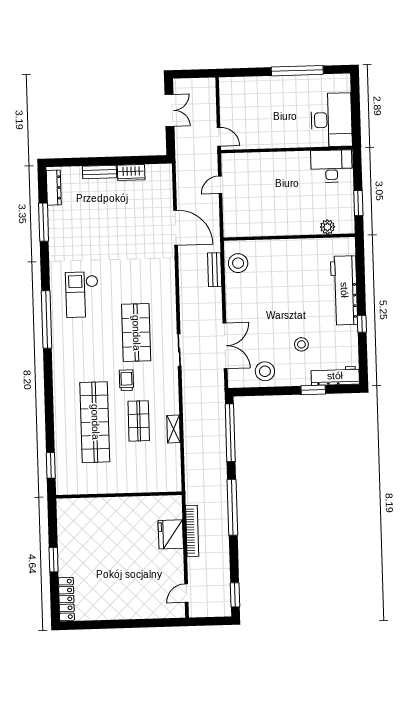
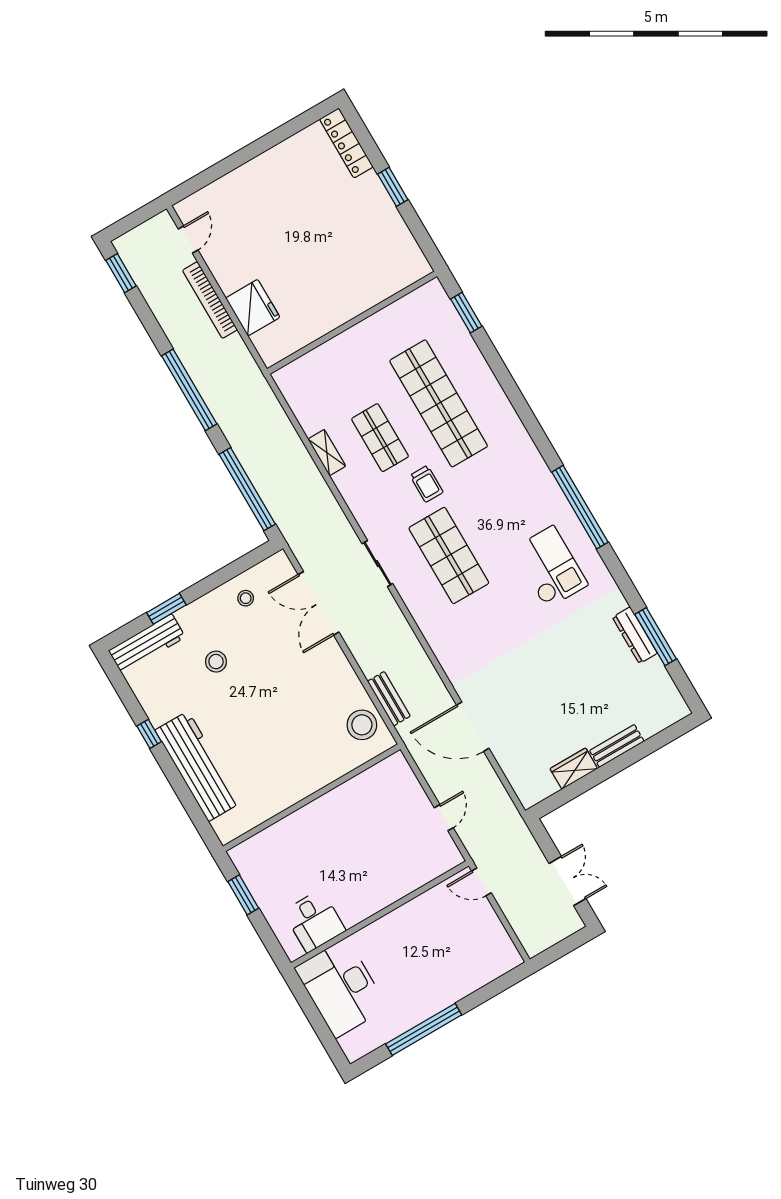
double door: (169, 110) -> (568, 881), swing flipped
desk: (331, 166) -> (314, 921), width x0.73
dresser: (54, 188) -> (635, 635), moved
plant: (327, 227) -> (268, 840), removed
stool: (265, 371) -> (246, 598), width x0.53, depth x0.53
bookcase: (192, 531) -> (210, 300), moved

